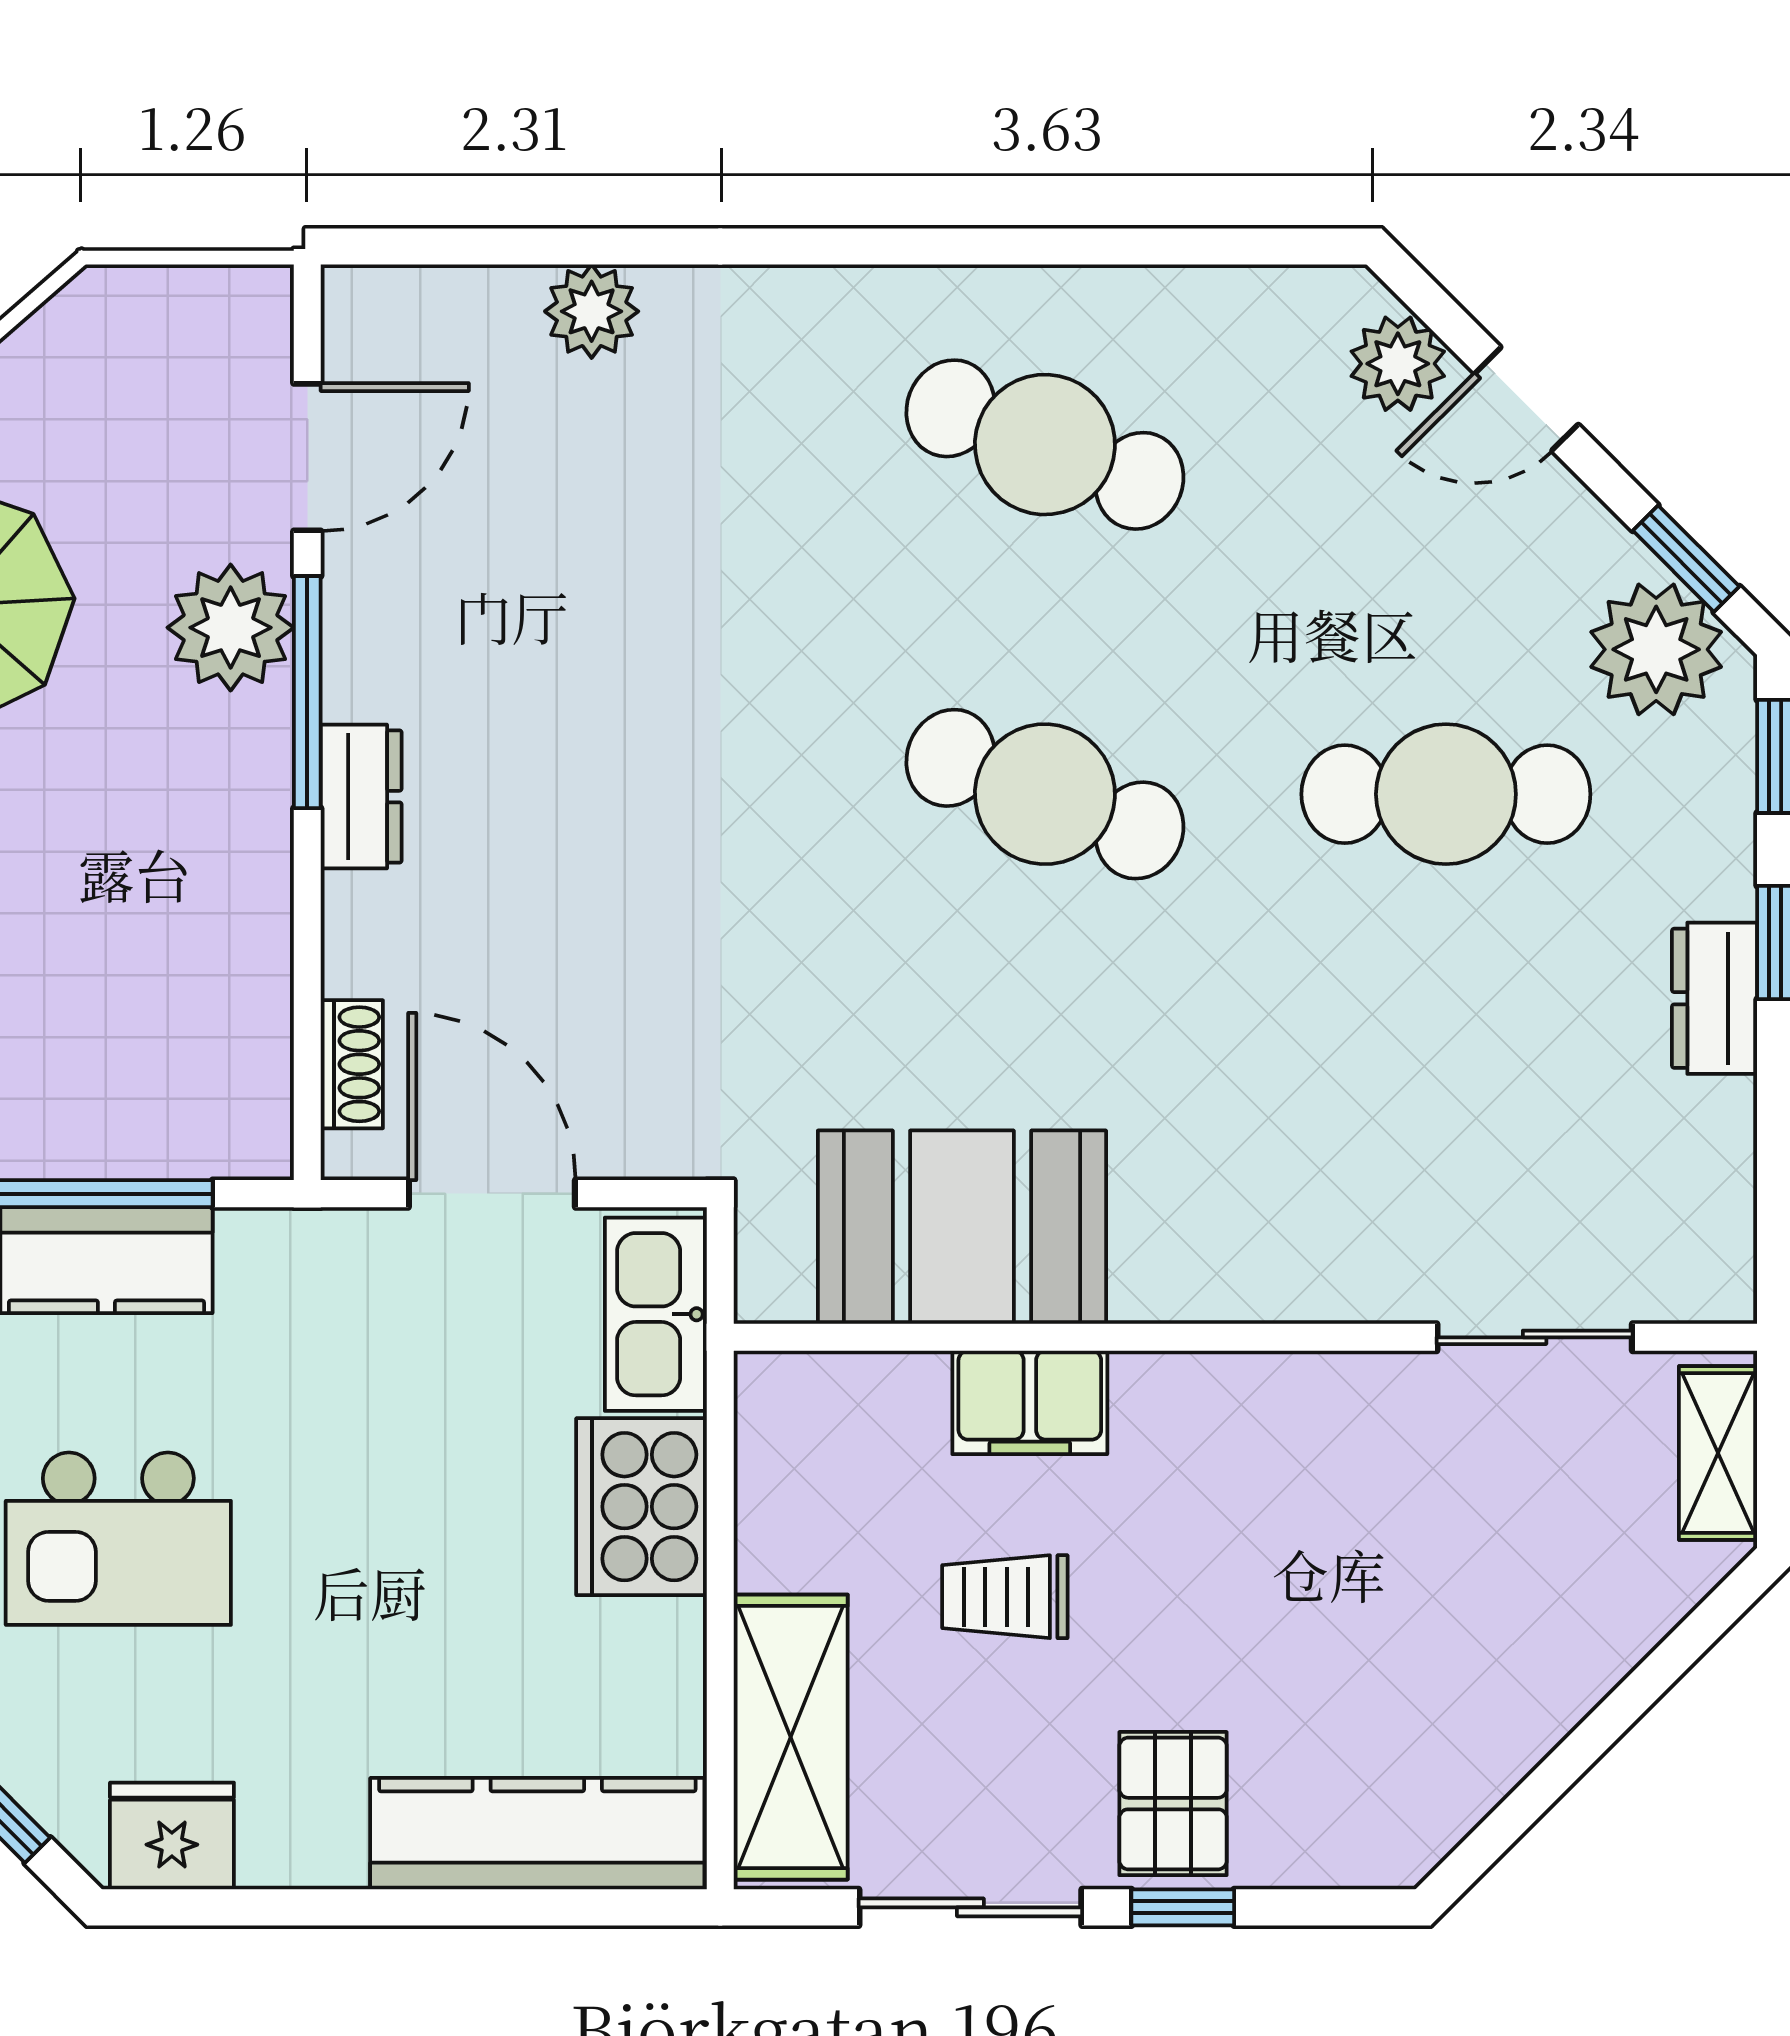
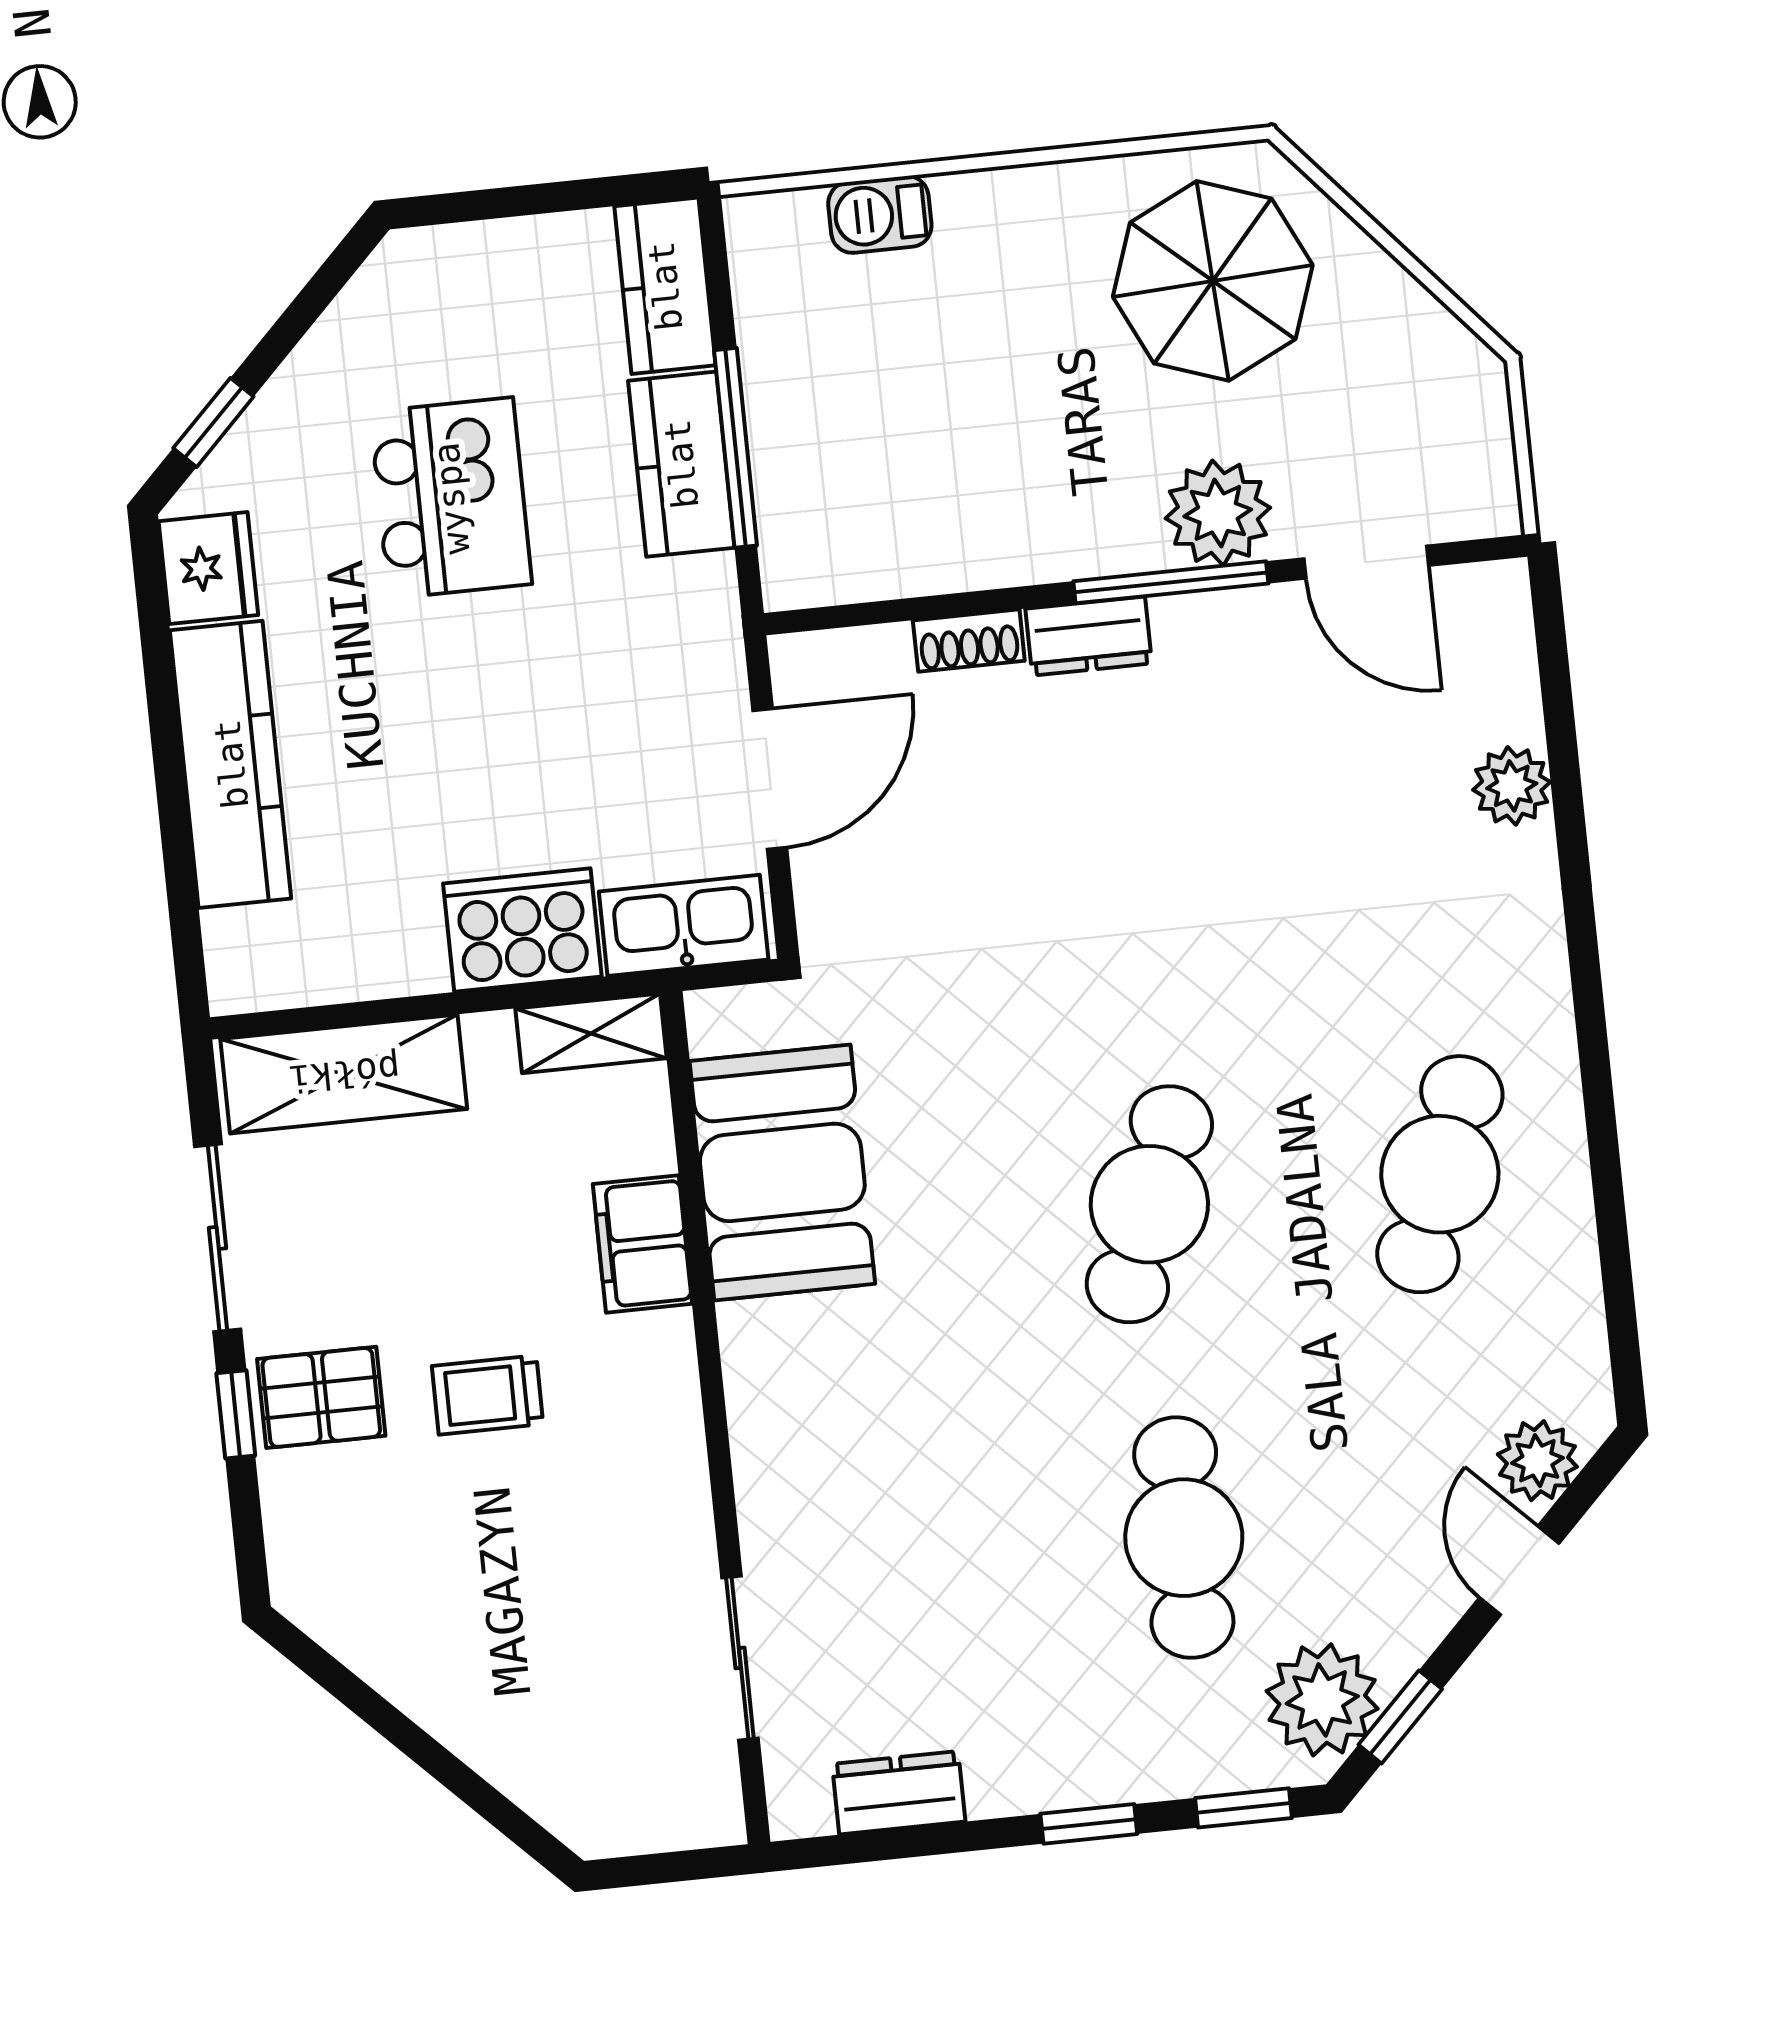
dresser: (1715, 998) -> (899, 1793), moved
shoe rack: (352, 1064) -> (969, 641), moved
shelving: (1718, 1453) -> (591, 1033), moved
kitchen island: (118, 1539) -> (451, 498), turned 180
trolley: (1005, 1597) -> (488, 1395), moved, turned -90
kitchen counter: (537, 1834) -> (231, 764), moved

